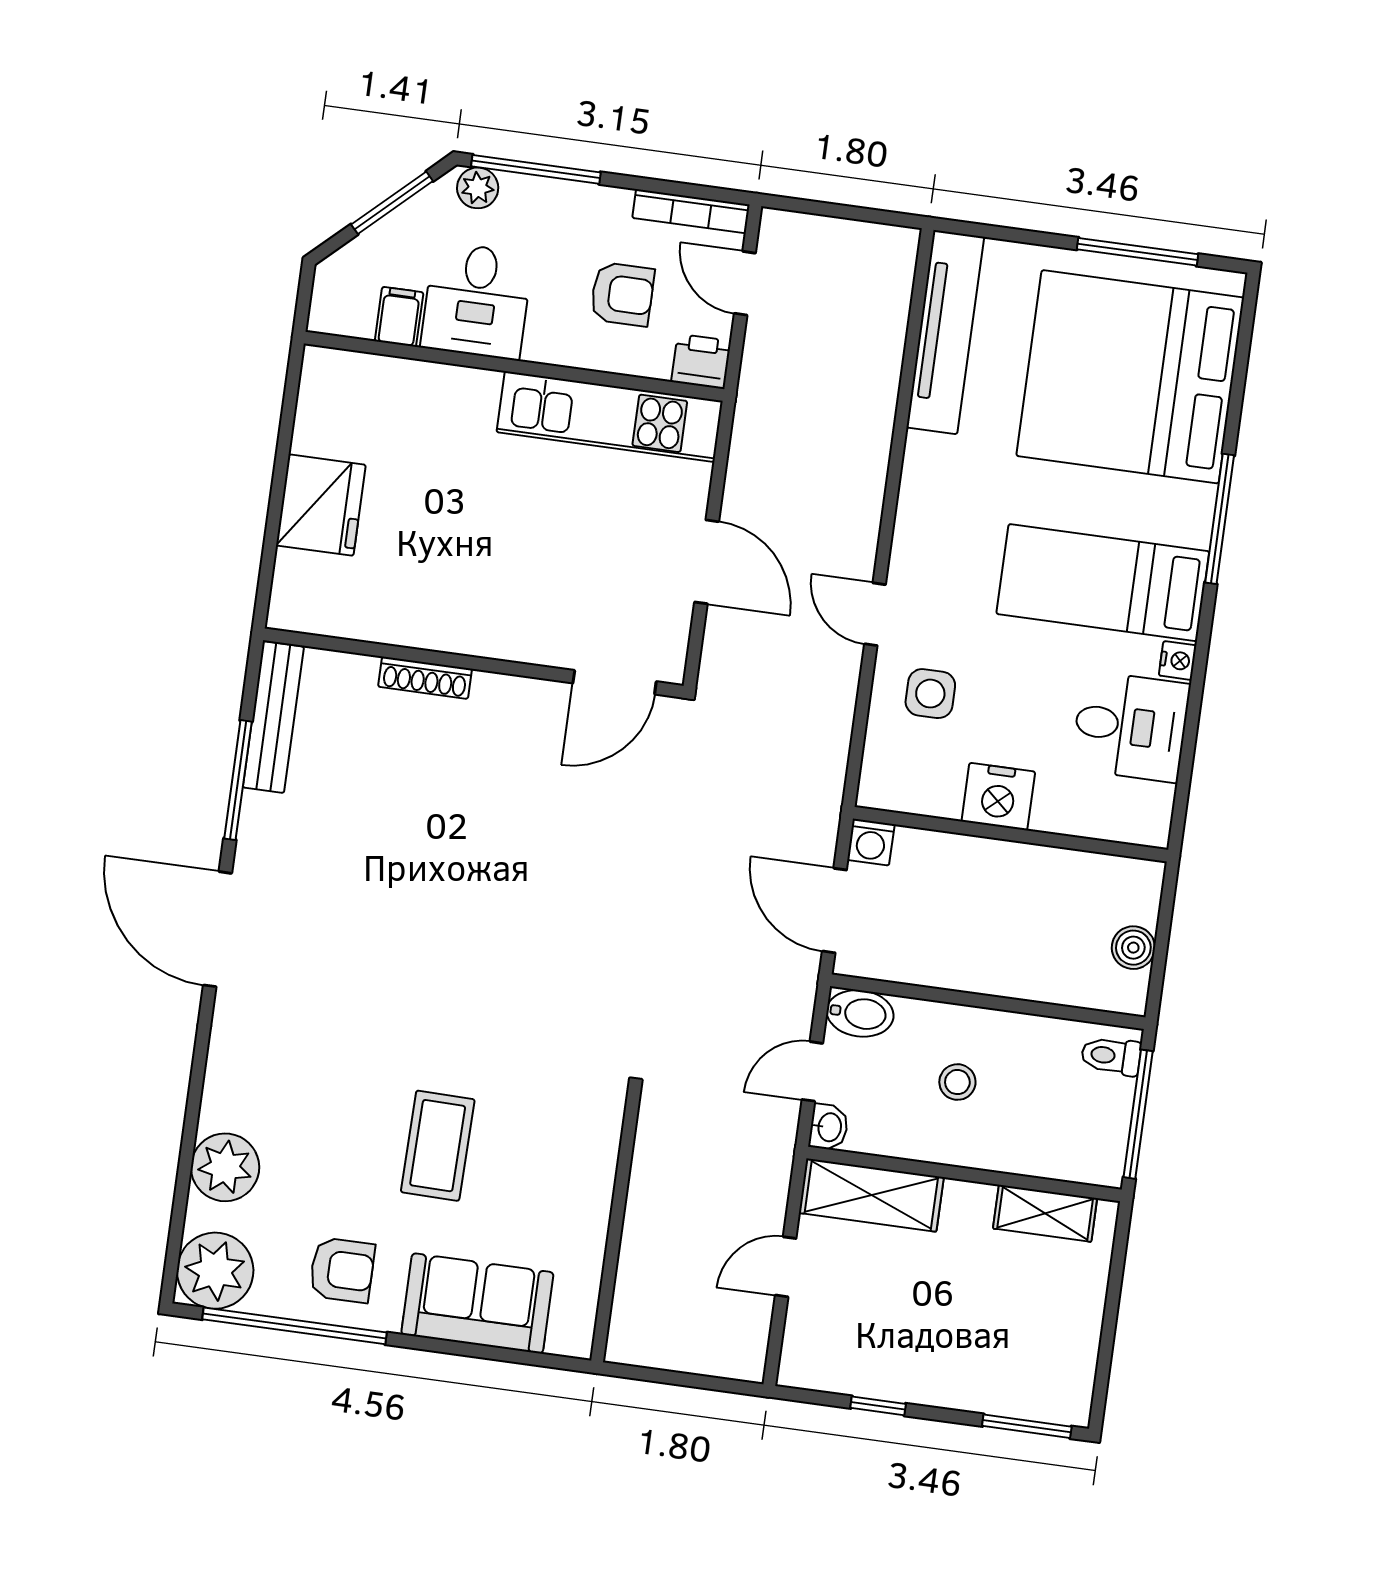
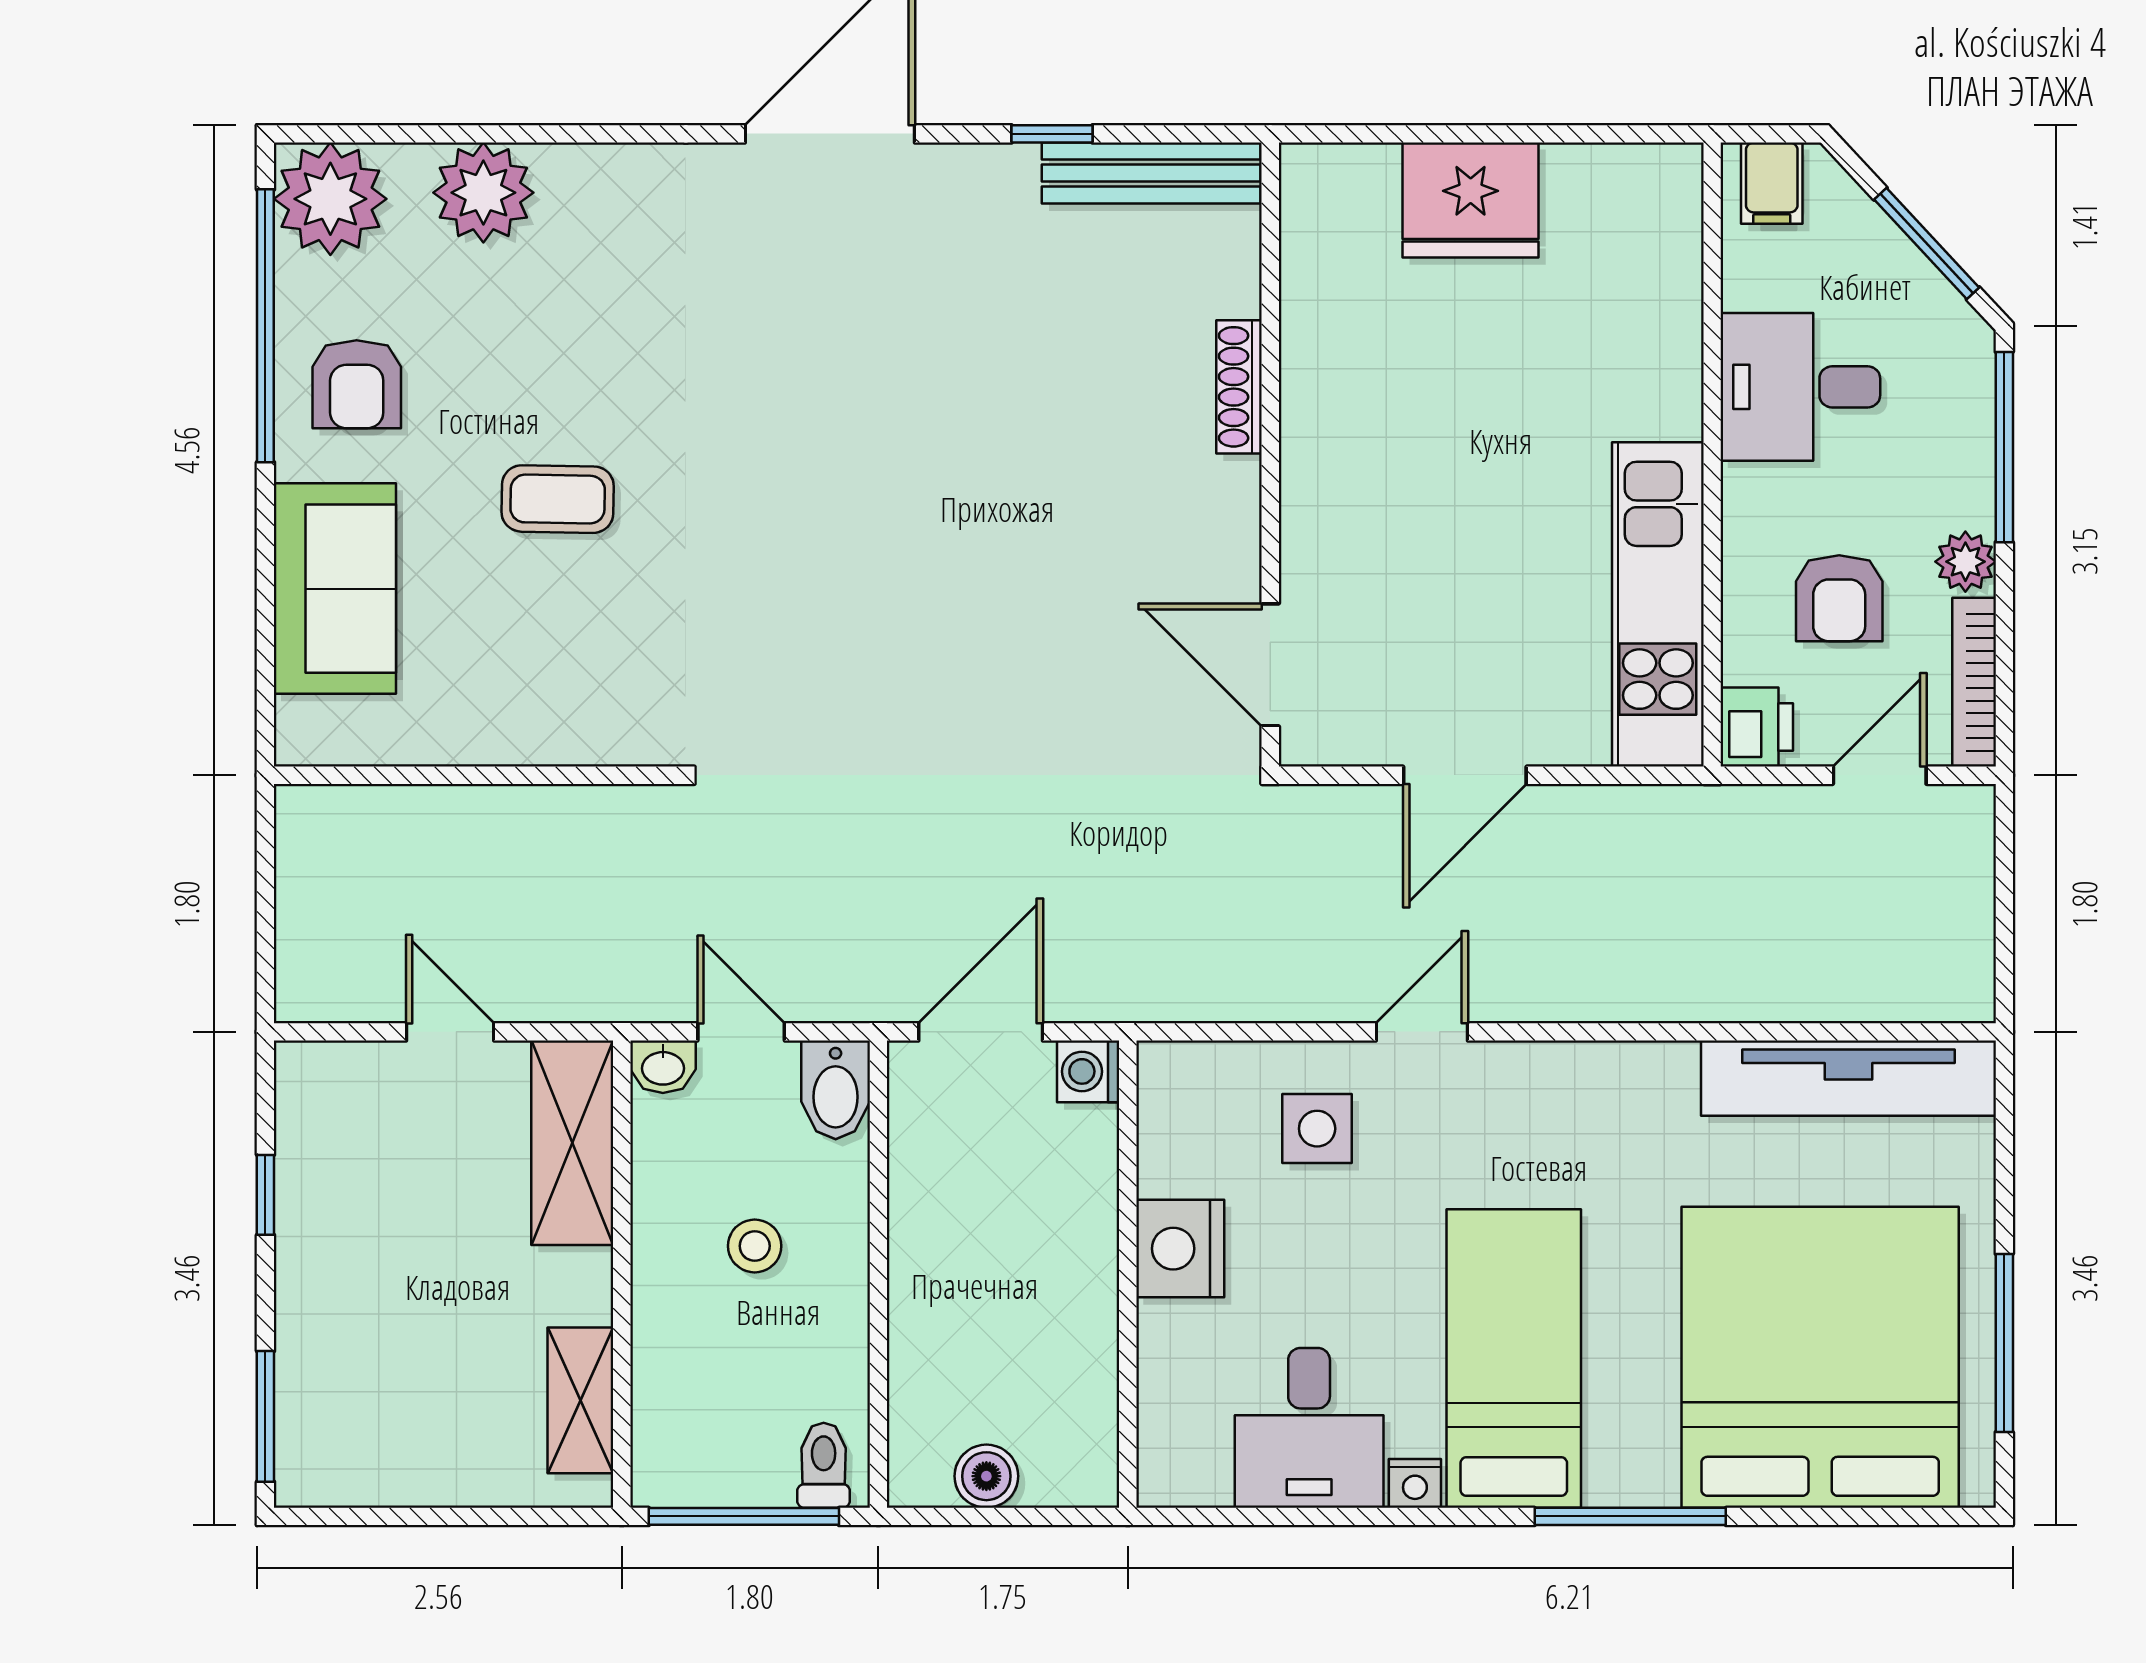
plant: (478, 188) -> (1965, 562), moved
filing cabinet: (399, 317) -> (1772, 183), moved, turned 90
window: (238, 780) -> (1052, 134), width x0.46
coffee table: (438, 1146) -> (558, 499), width x0.73, depth x0.77

